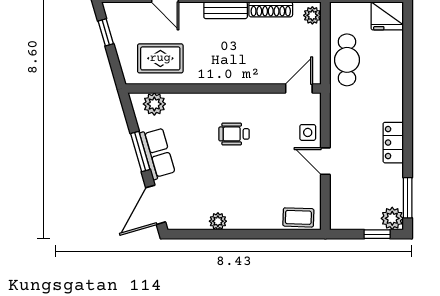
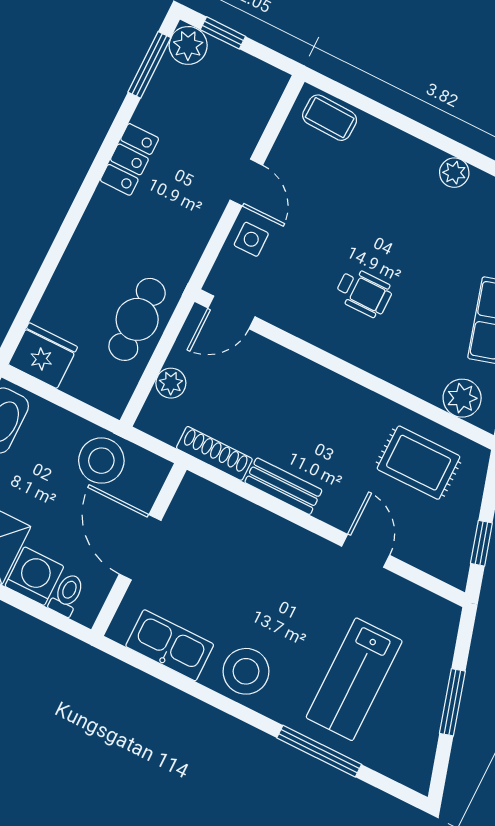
plant: (312, 15) -> (171, 383), moved

